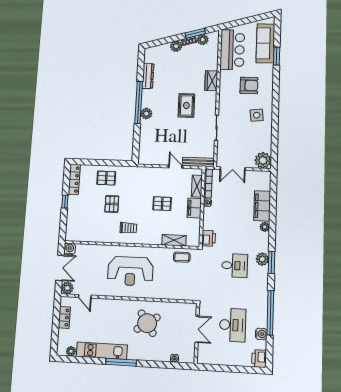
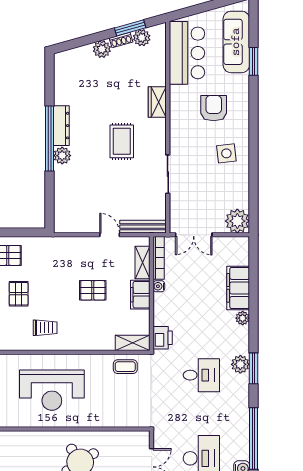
dresser: (148, 76) -> (61, 126), moved
armchair: (249, 85) -> (214, 108), turned -90
shelving: (174, 240) -> (133, 343), moved

